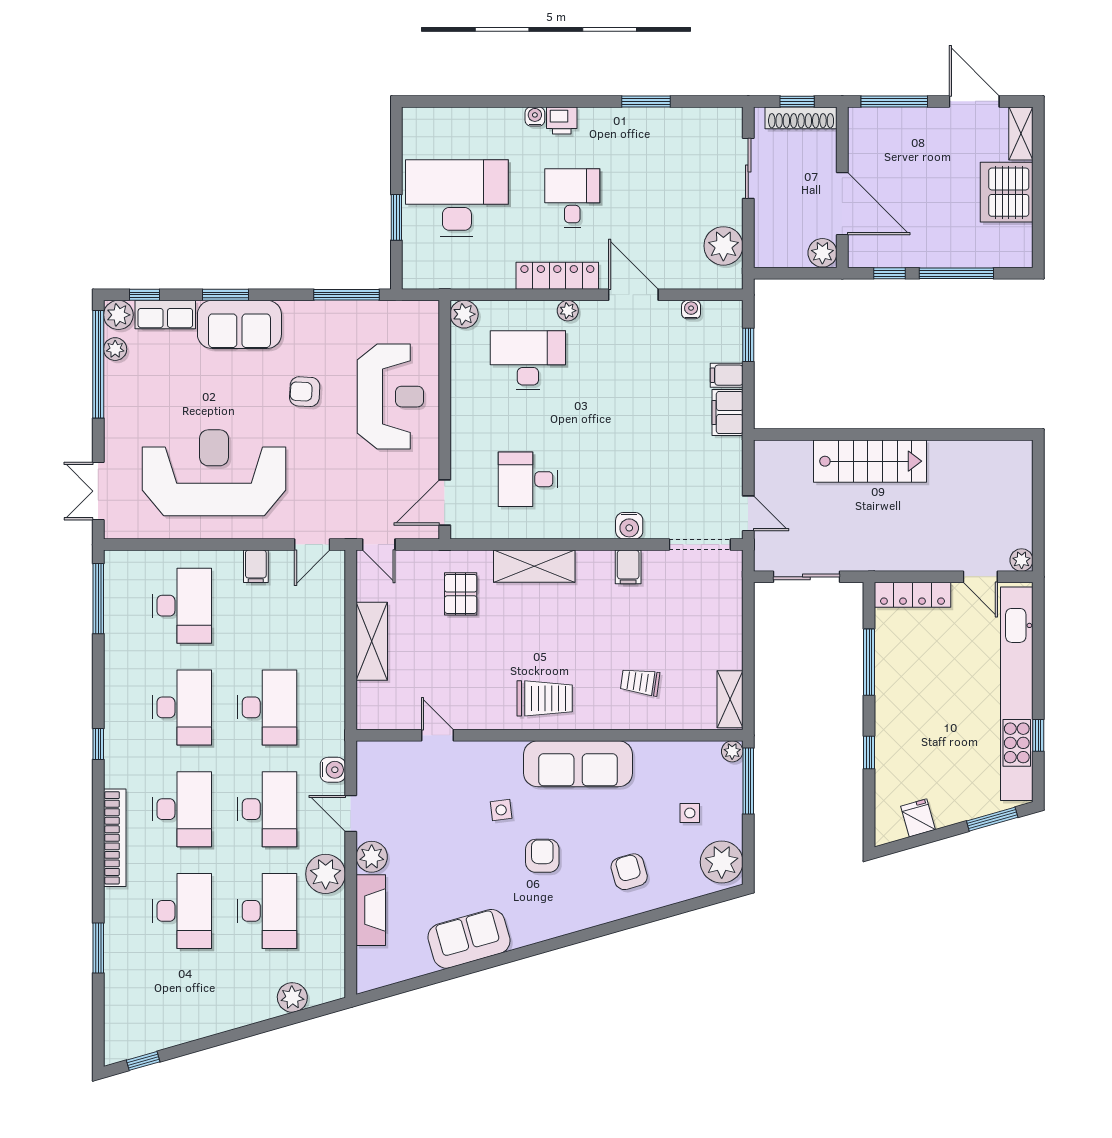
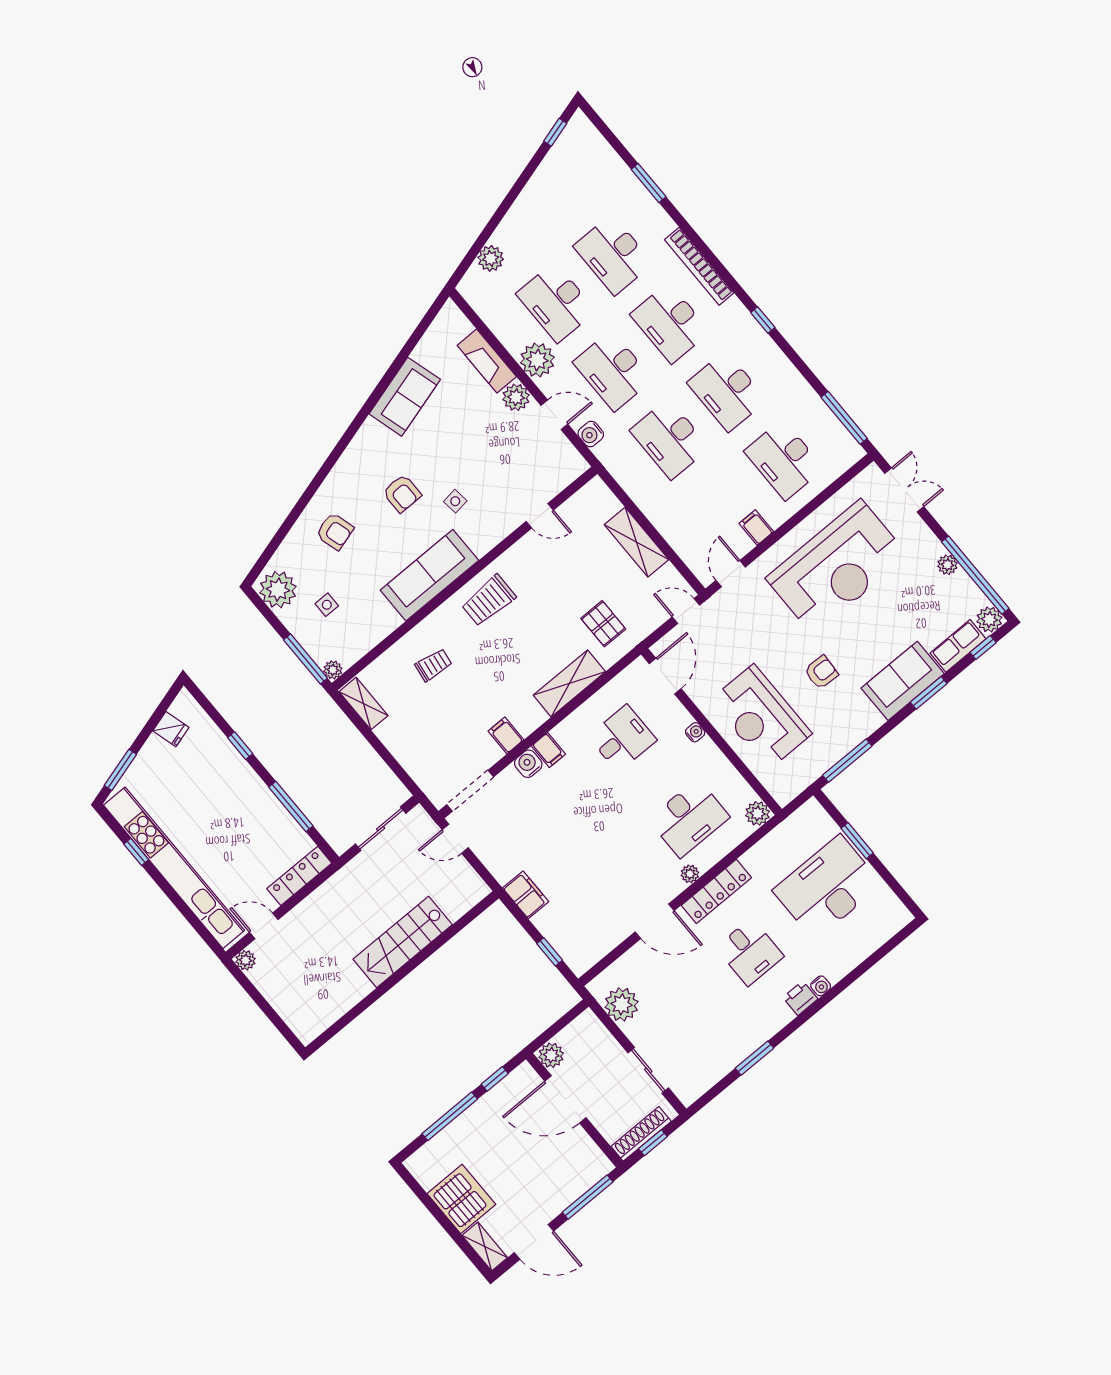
desk: (457, 198) -> (827, 887), turned 180
water cooler: (691, 310) -> (695, 732), moved, turned -90
plant: (115, 349) -> (947, 565), moved
filing cabinet: (727, 375) -> (548, 750), moved, turned 90

